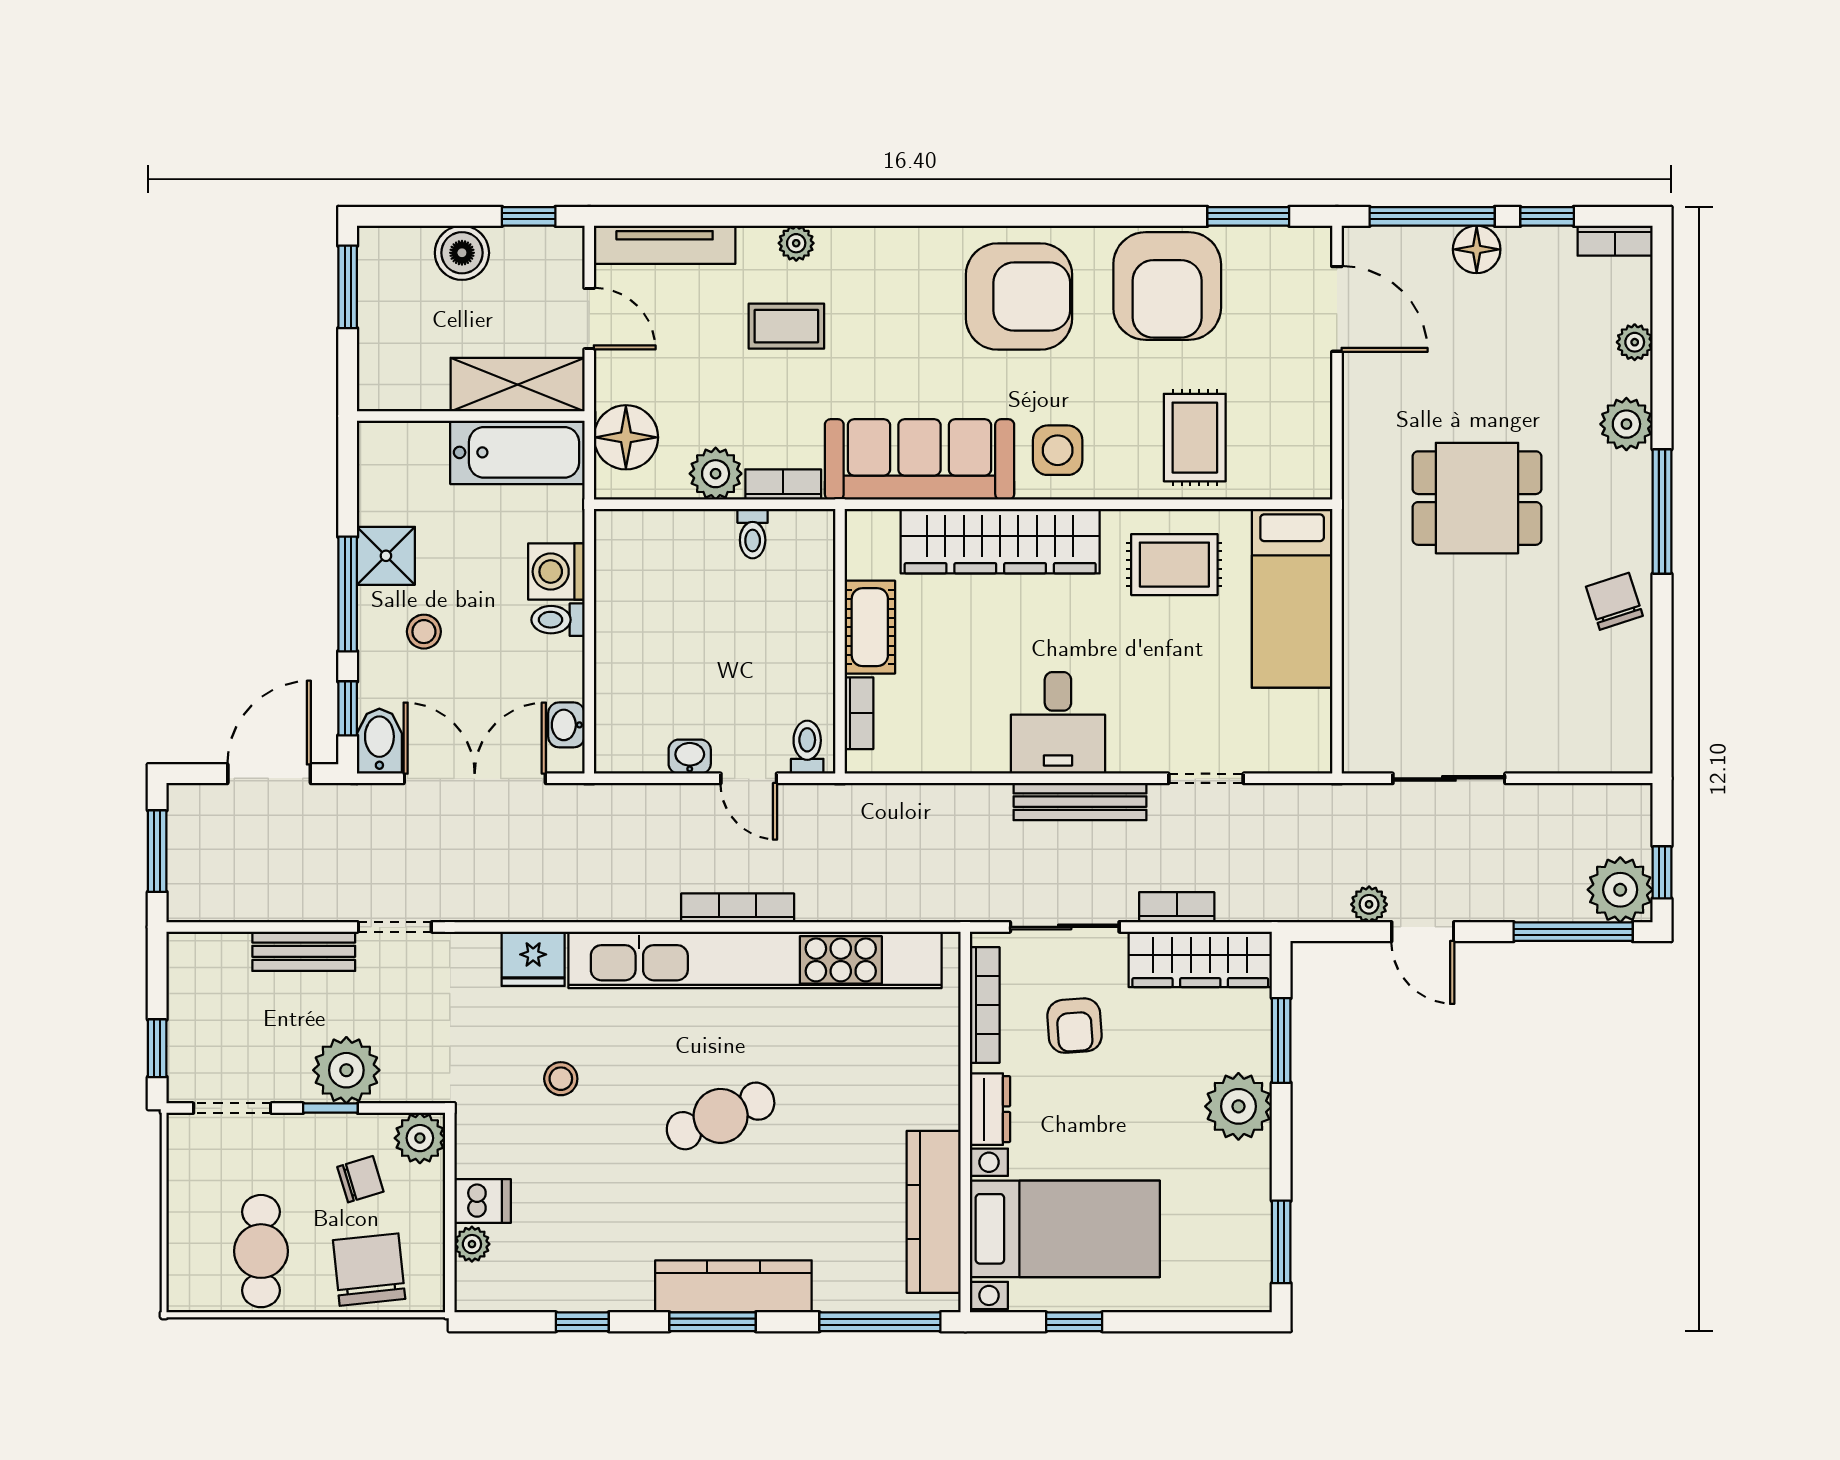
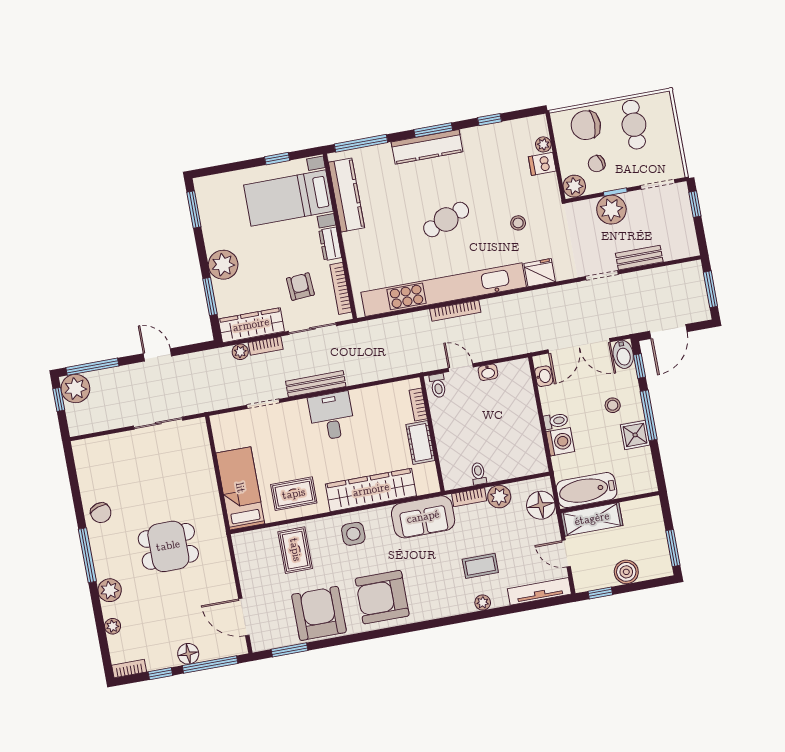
sofa: (919, 459) -> (423, 517), width x0.73
plant: (1369, 904) -> (240, 352), moved
chair: (369, 1270) -> (586, 125), turned 96

